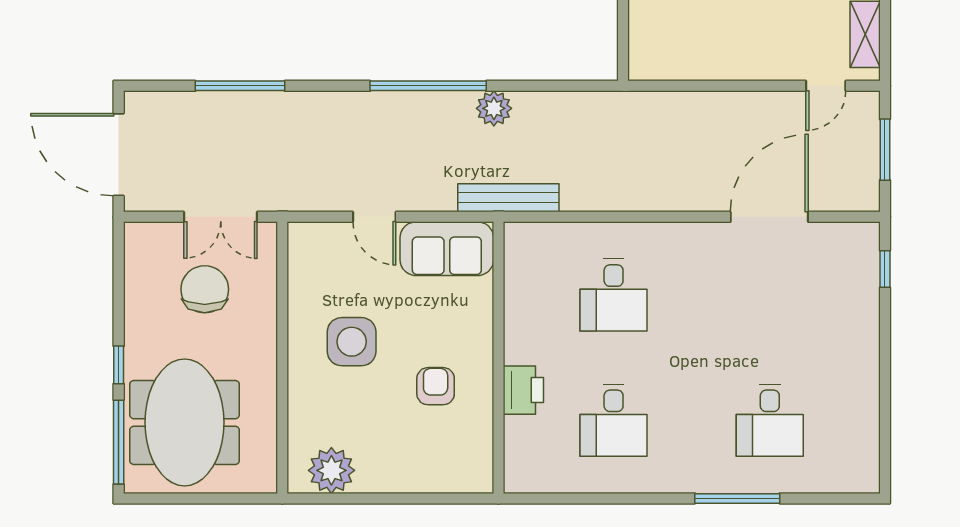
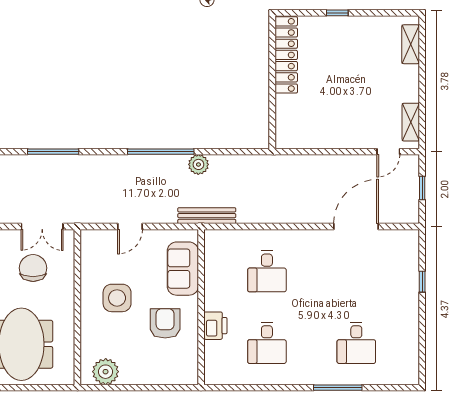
window: (885, 150) -> (422, 188), width x0.67
door: (374, 217) -> (130, 227), hinge flipped
sofa: (447, 249) -> (183, 269), moved, turned 90
window: (885, 269) -> (422, 282), moved
armchair: (436, 386) -> (165, 323), width x1.38, depth x1.38

